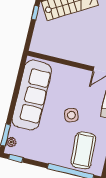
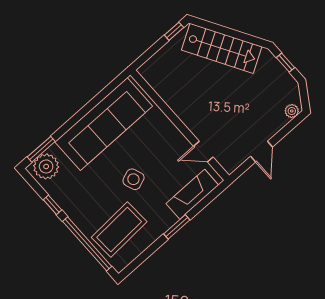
plant: (11, 142) -> (46, 166), width x1.88, depth x1.88
window: (16, 158) -> (52, 205), moved

